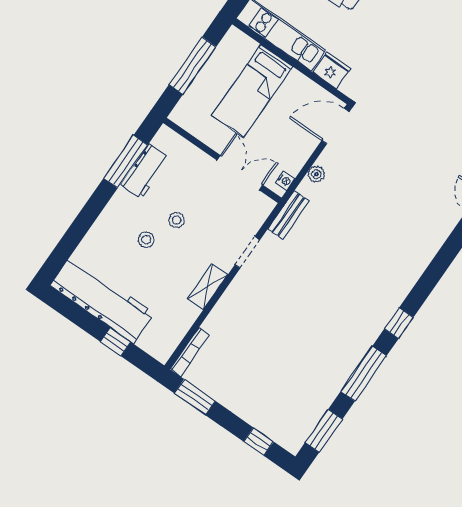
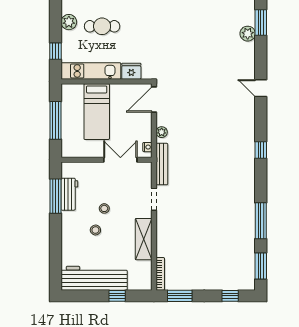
bench: (288, 215) -> (162, 164), width x1.36
shelving: (208, 287) -> (144, 239), width x1.50, depth x1.33
window: (399, 323) -> (261, 150), moved

